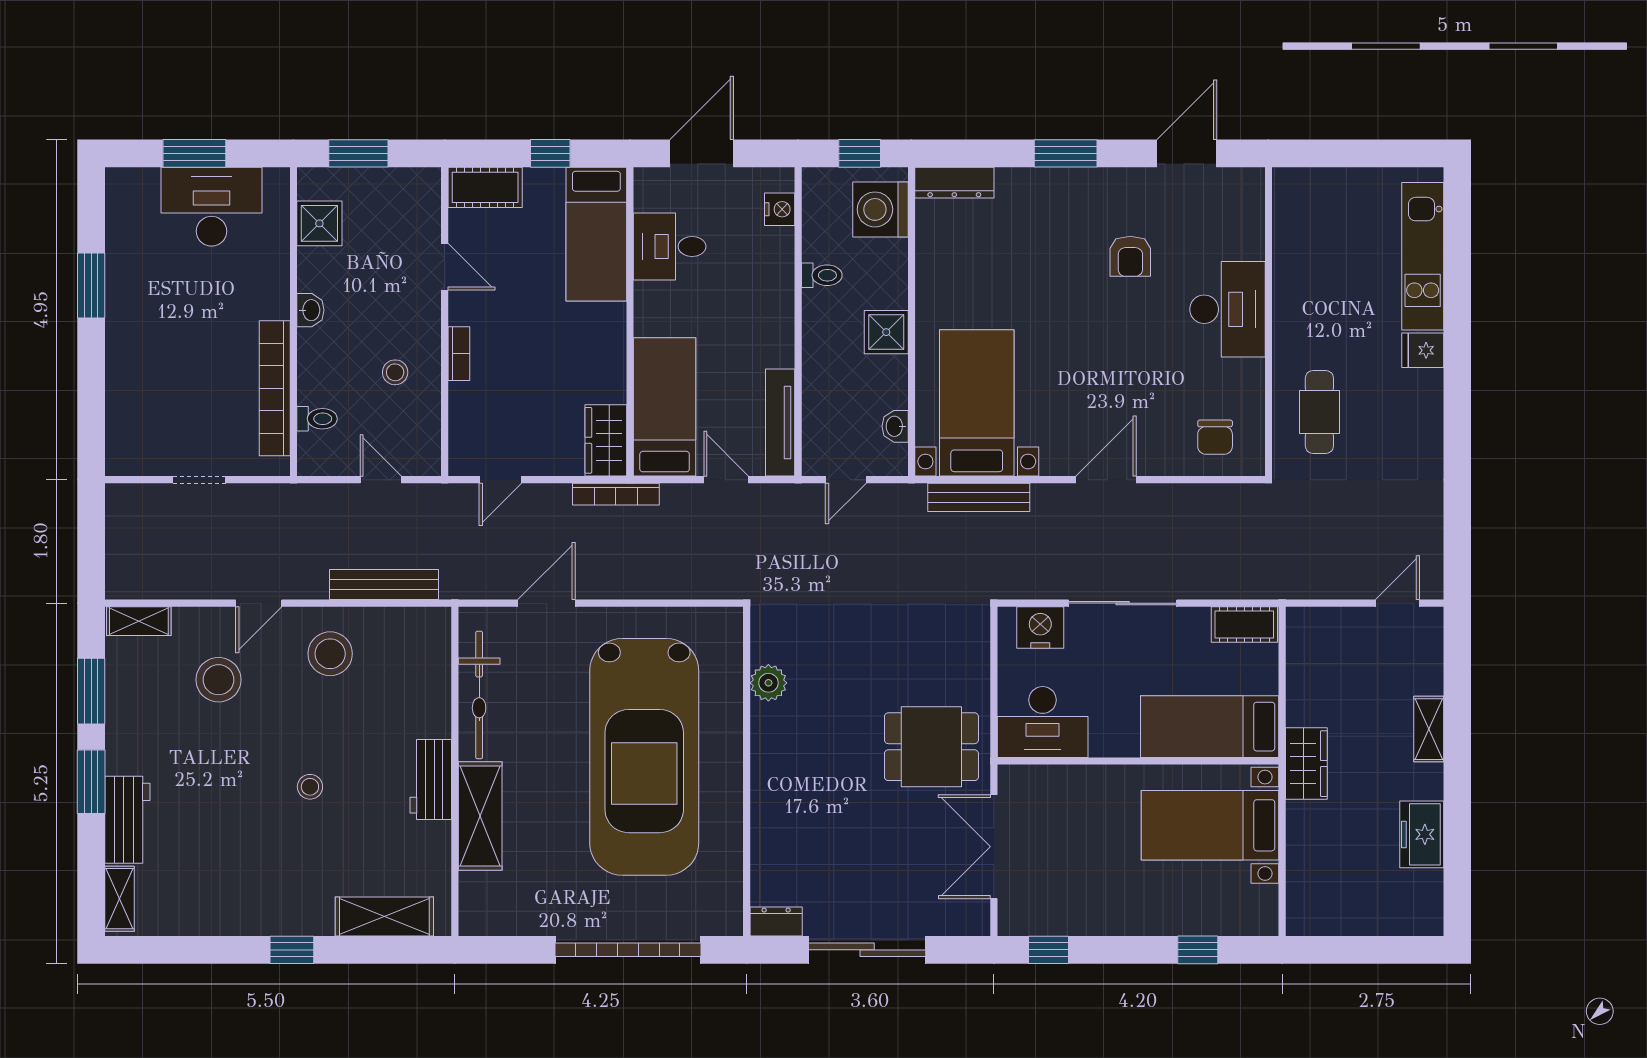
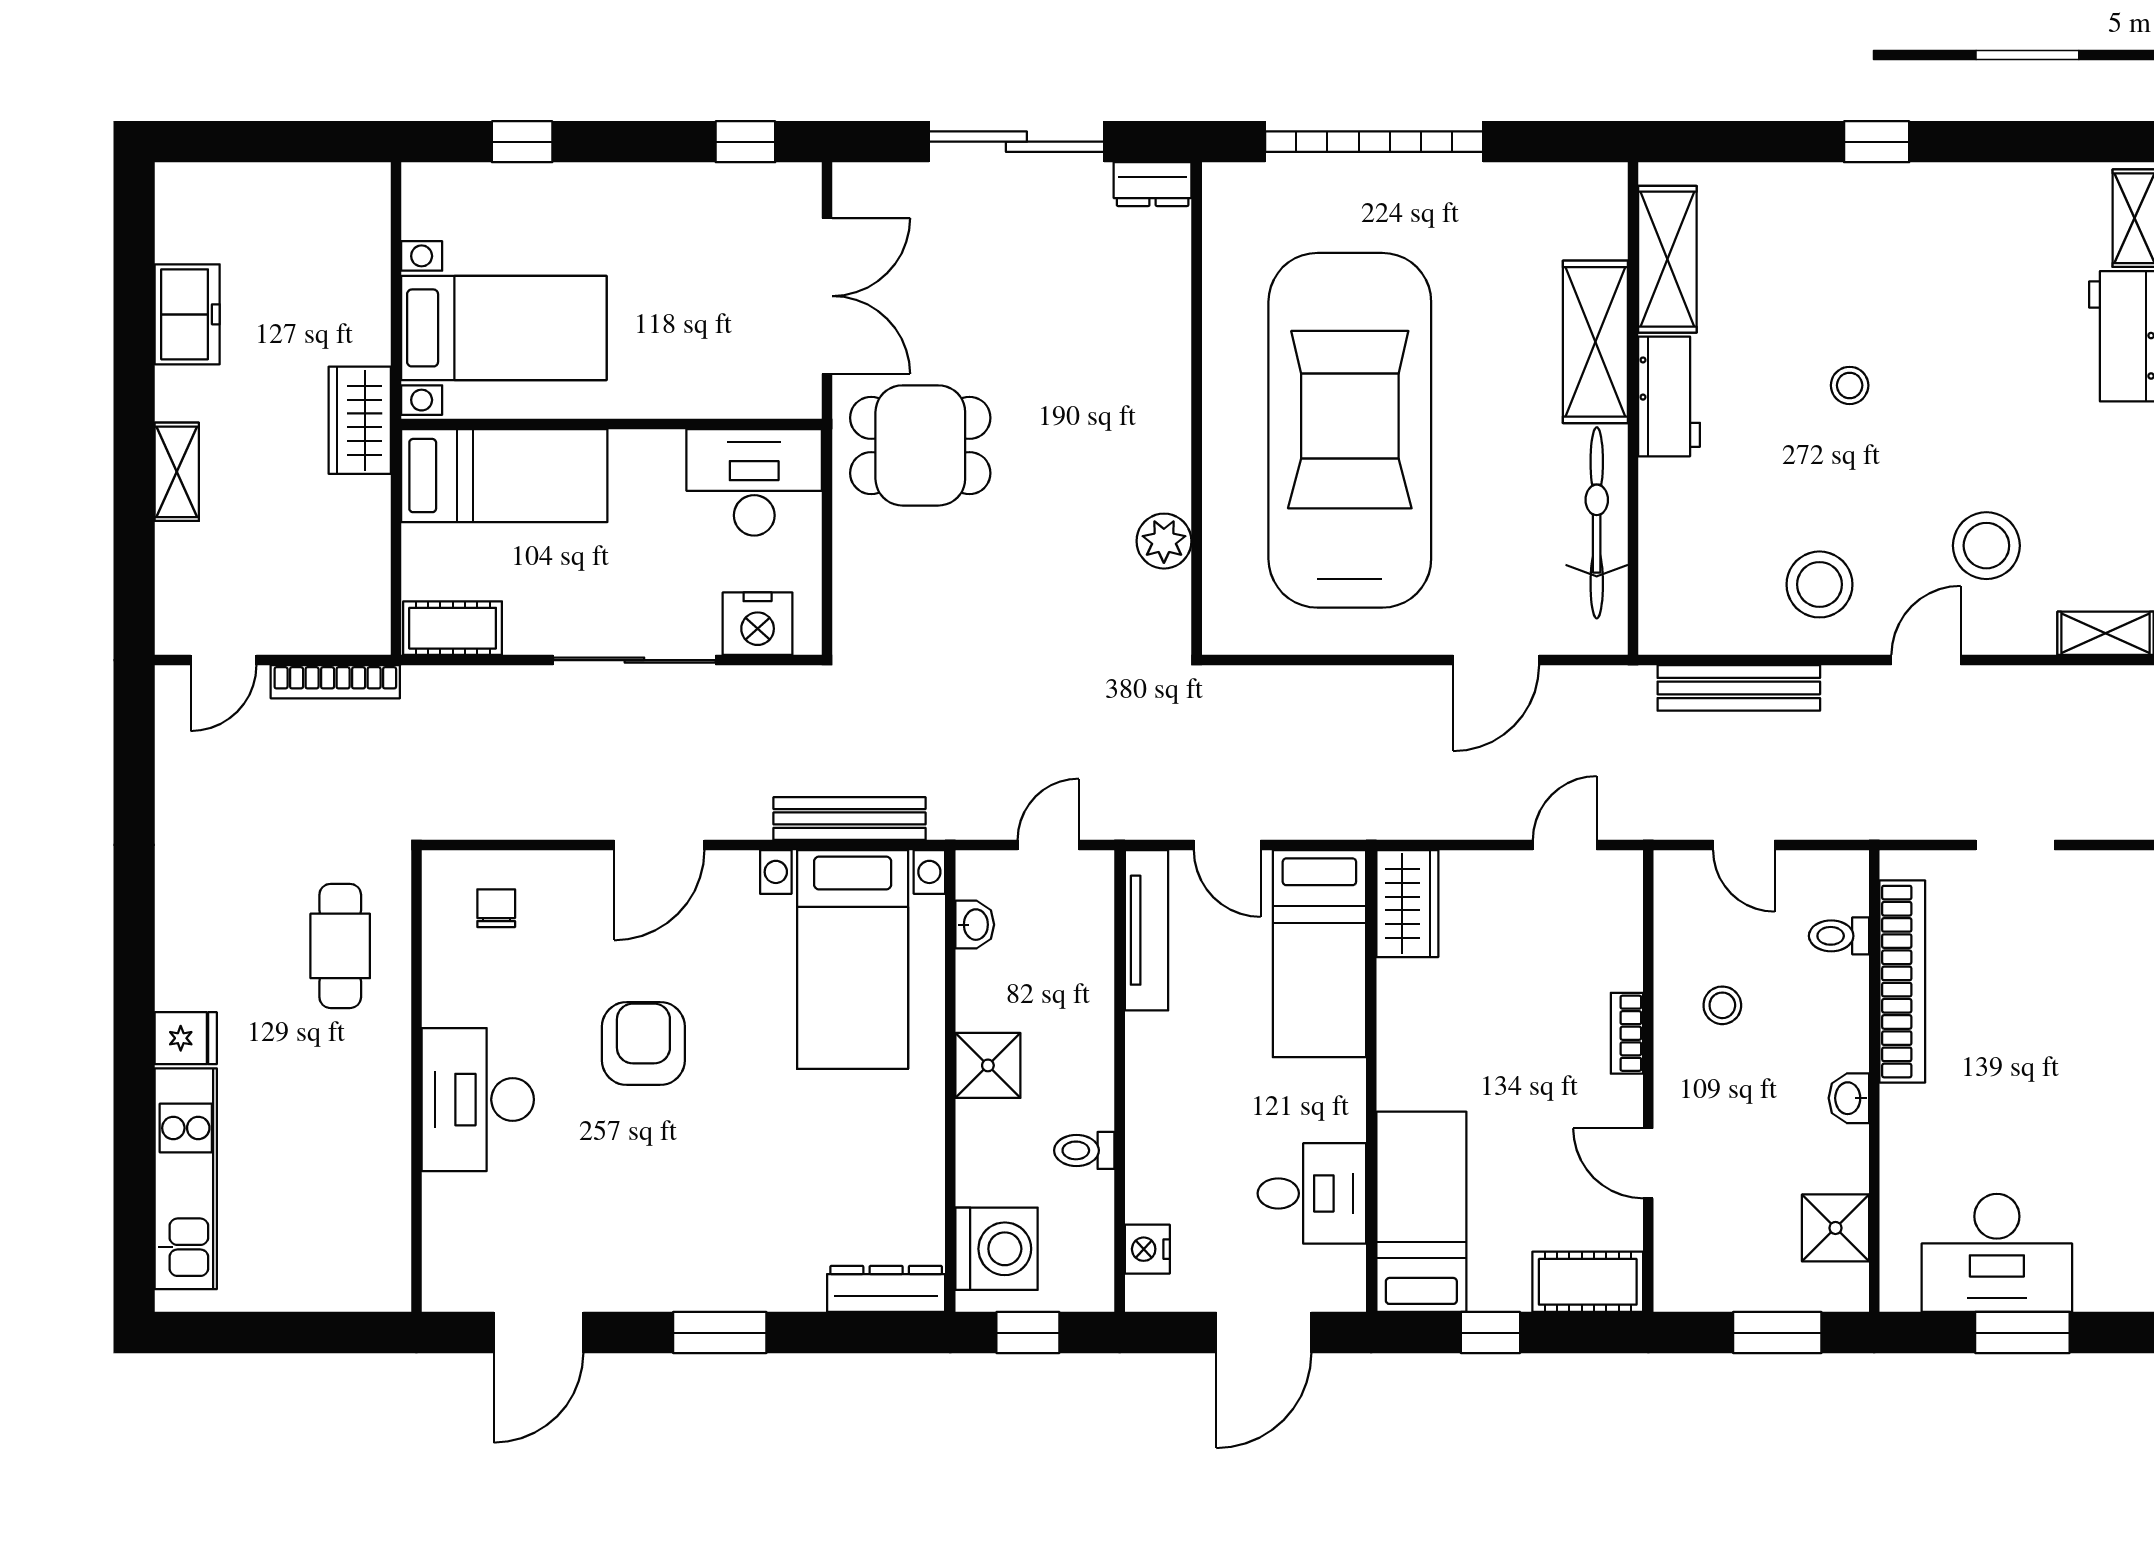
armchair: (1130, 256) -> (643, 1043), moved, width x1.38, depth x1.38
chair: (1215, 437) -> (496, 908), width x0.73, depth x0.73
bookcase: (616, 494) -> (335, 682), moved, turned 180
shelving: (384, 917) -> (1667, 259), moved, turned 90

